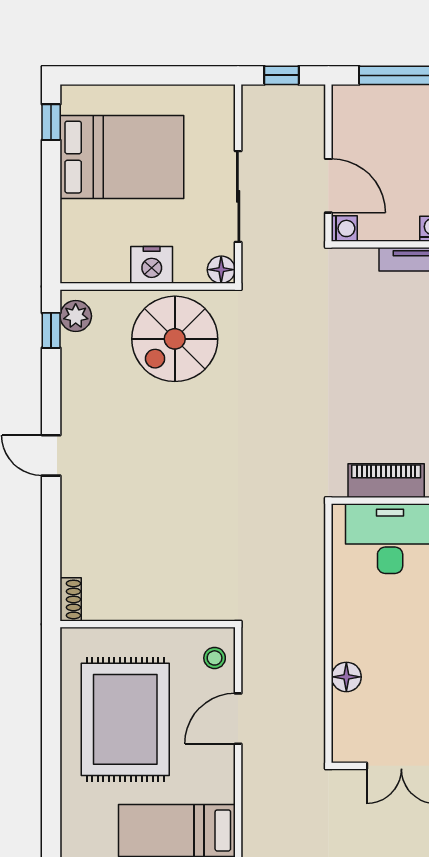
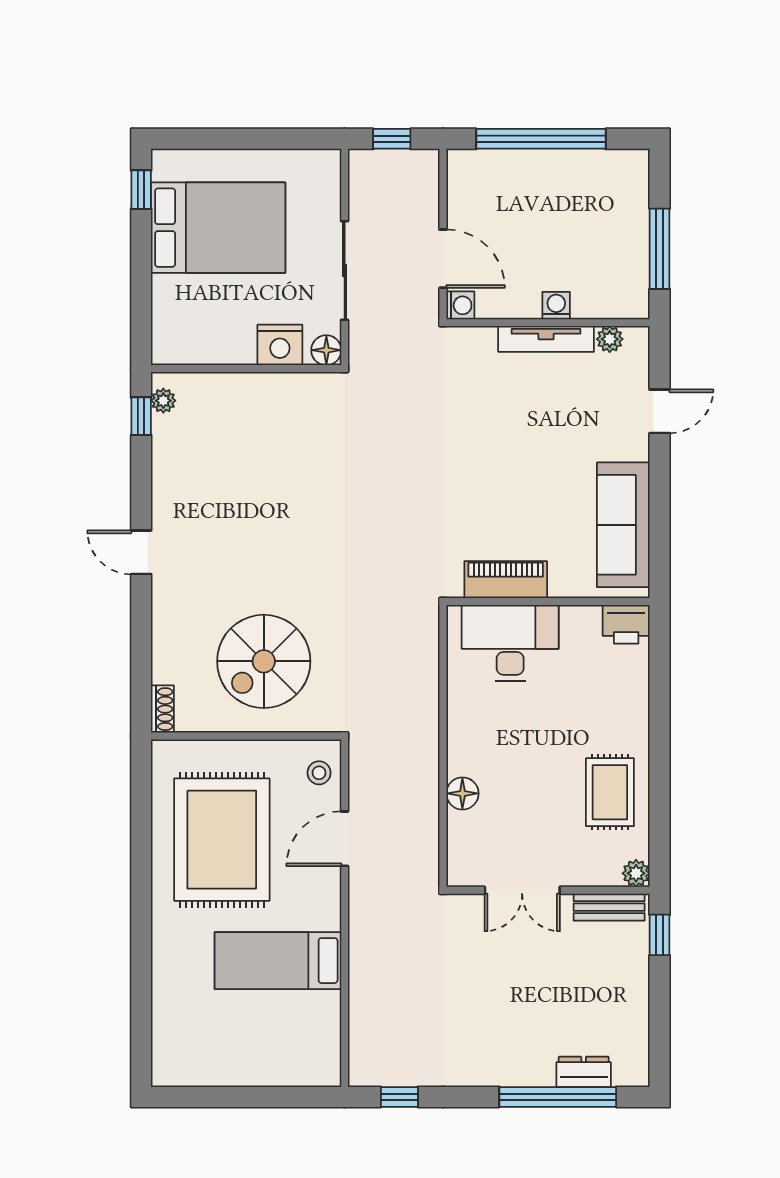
nightstand: (152, 265) -> (280, 345), moved
plant: (76, 316) -> (163, 401), width x0.73, depth x0.73
spiral stairs: (175, 339) -> (264, 661), moved

